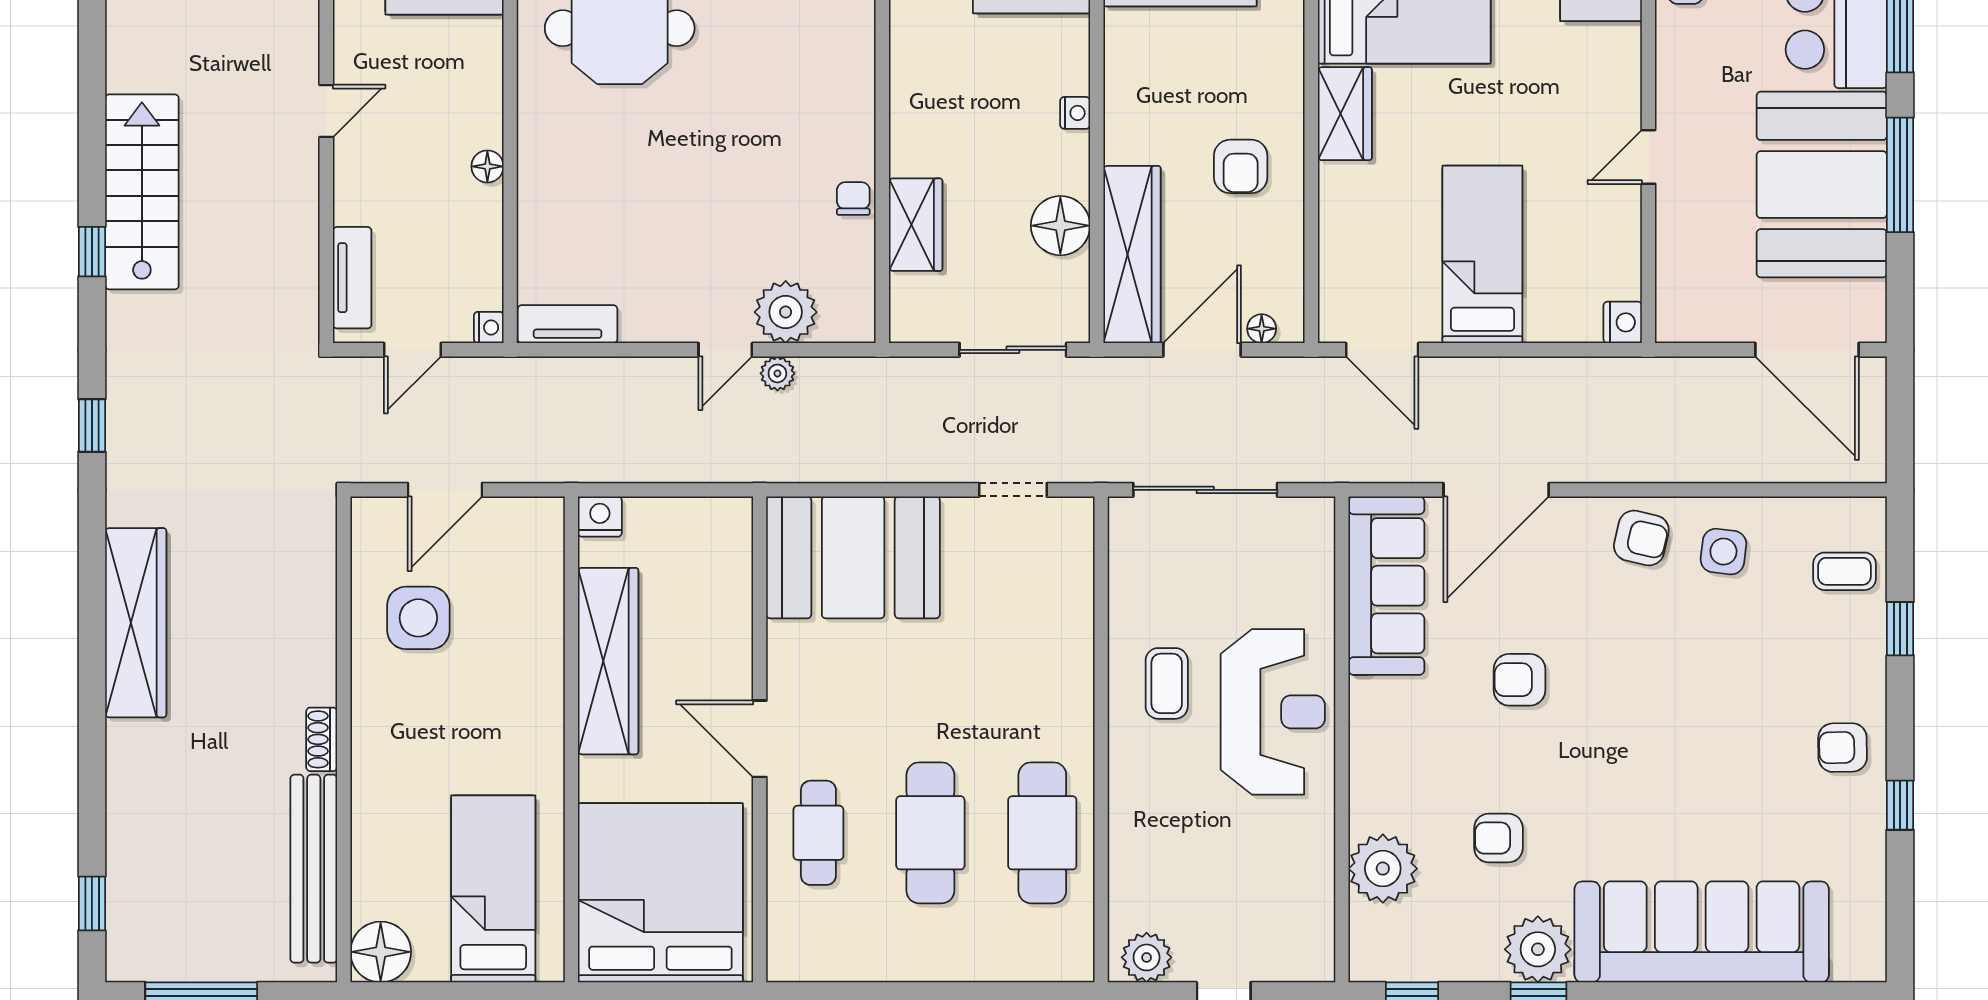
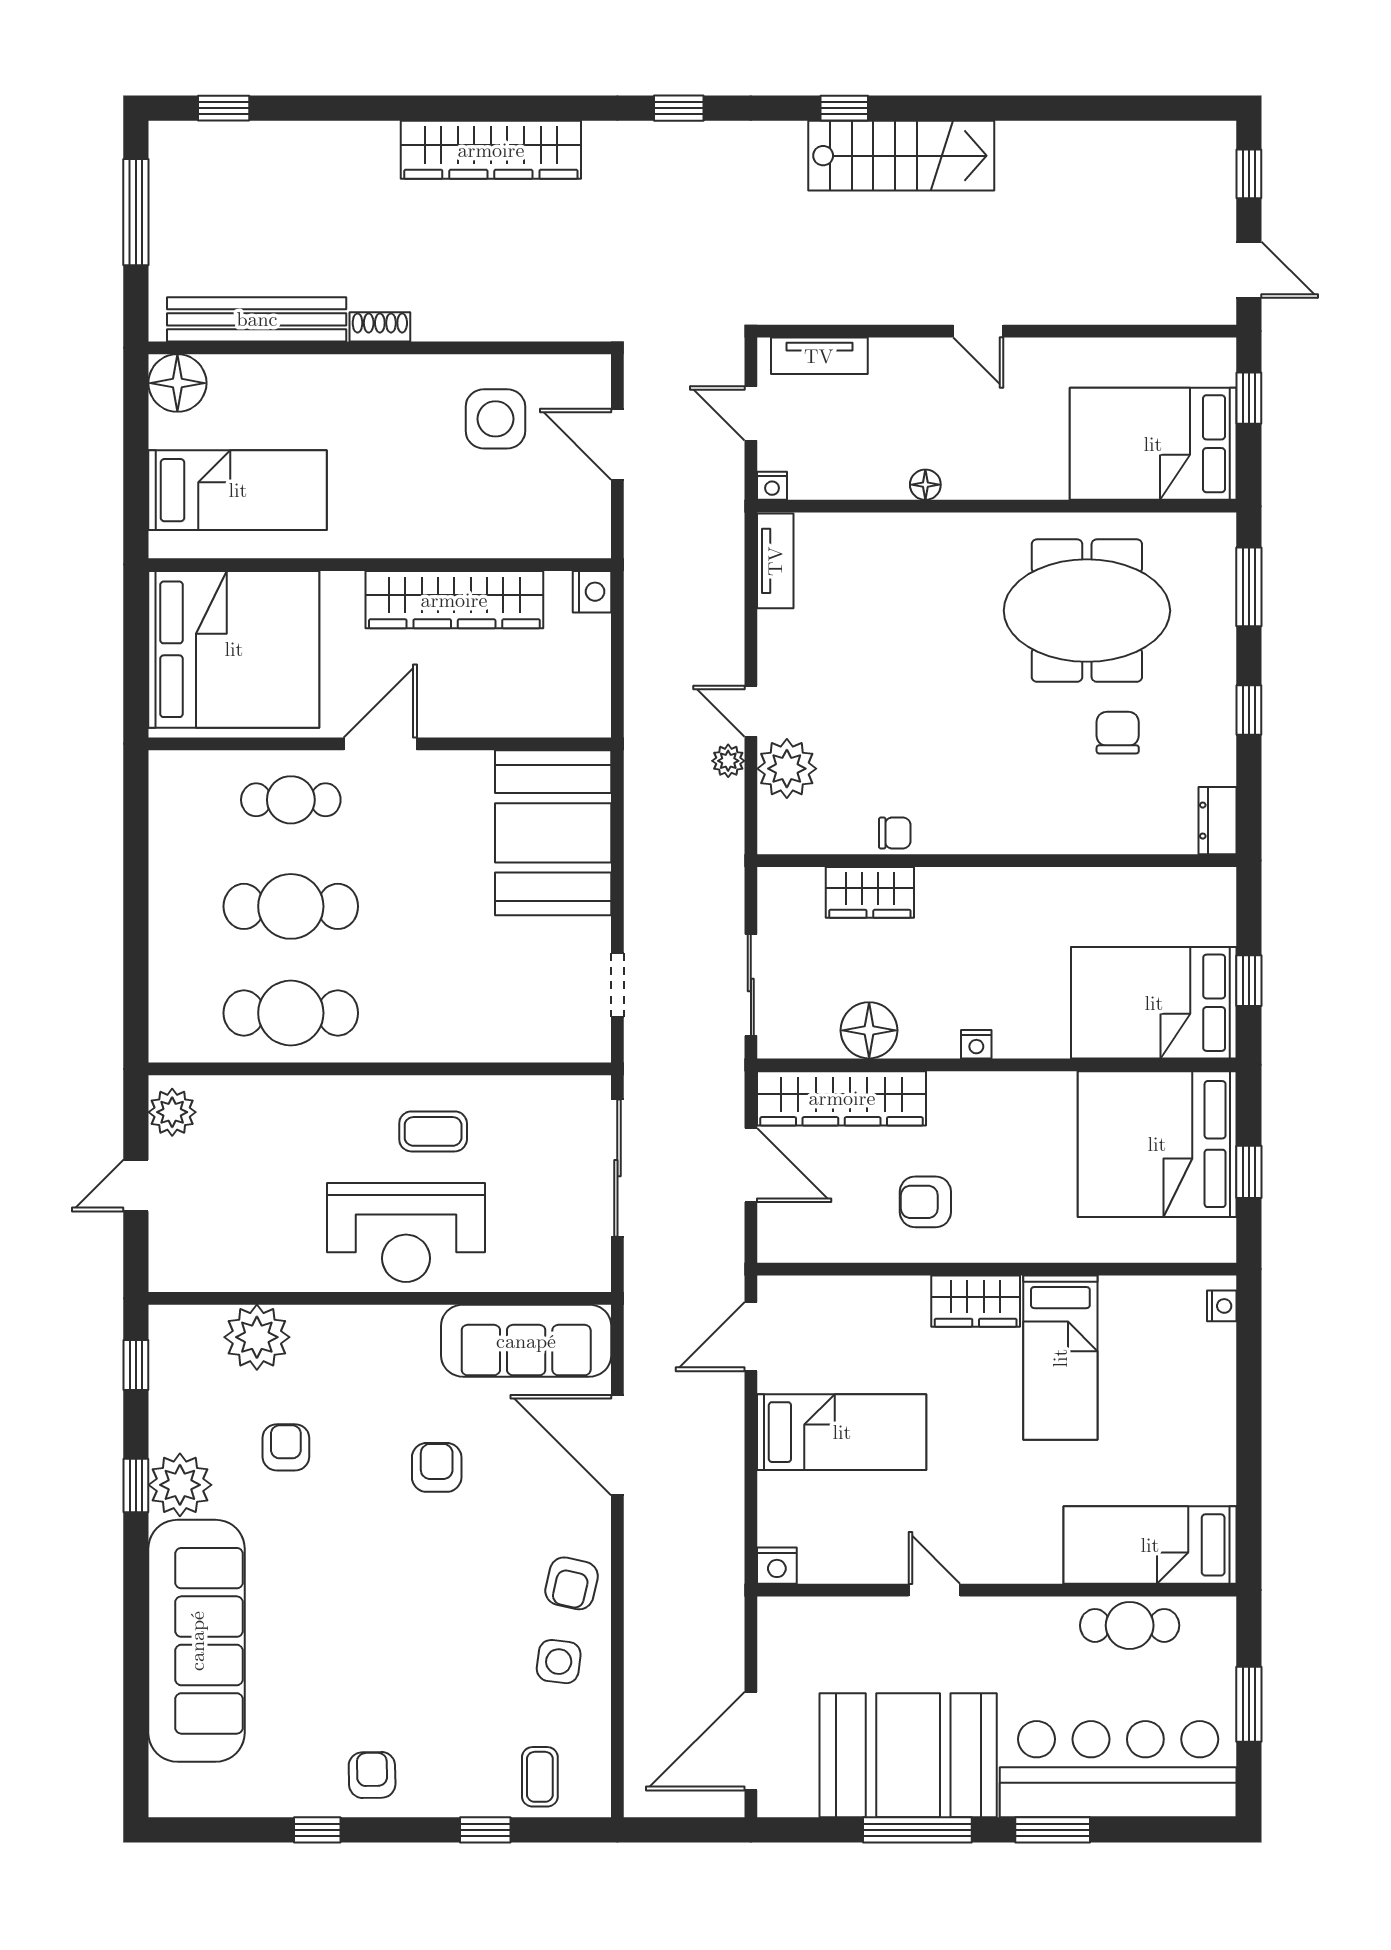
floor lamp: (1262, 329) -> (771, 1222), removed

